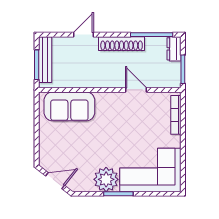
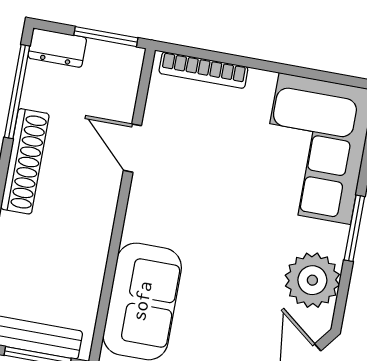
door: (136, 90) -> (132, 148), hinge flipped
plant: (106, 179) -> (312, 280), moved

